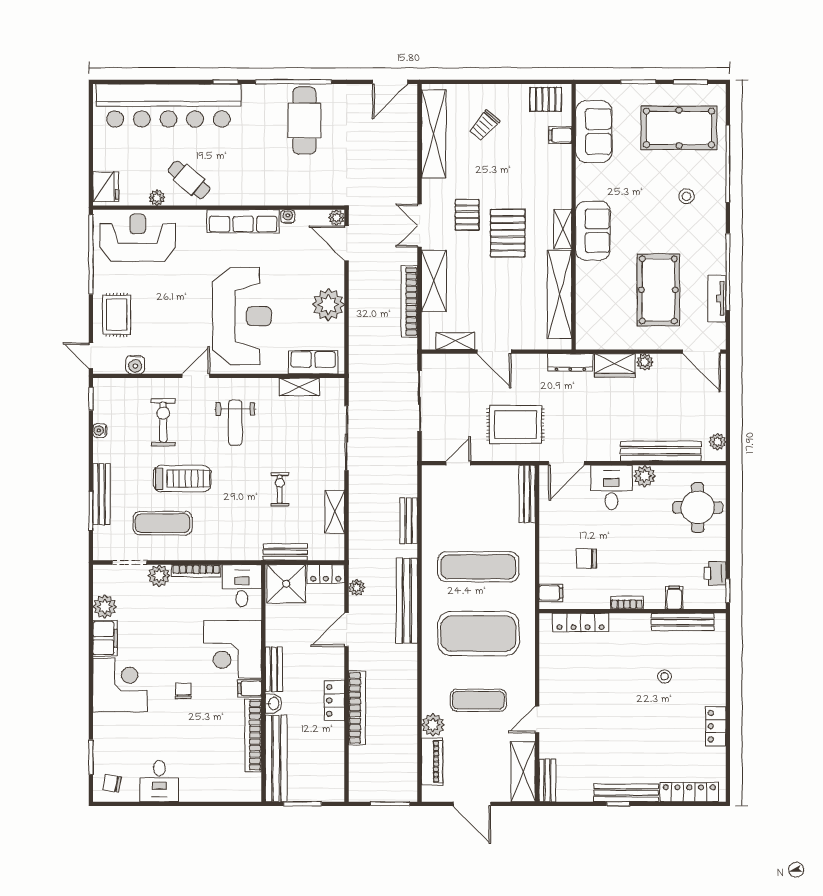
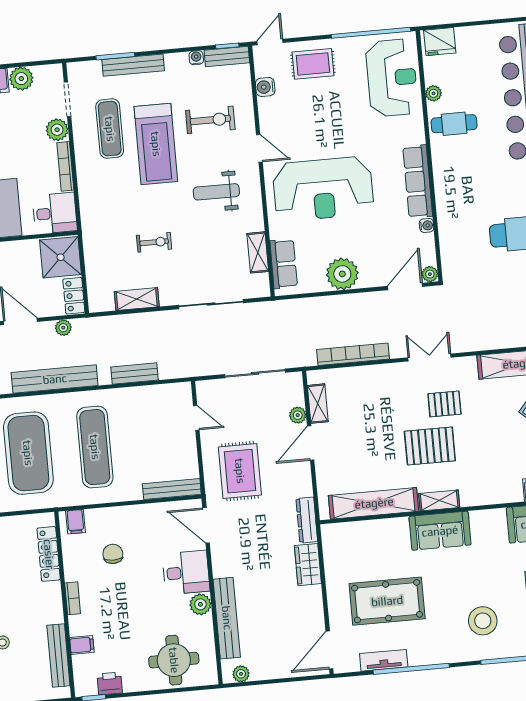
cafe table: (189, 180) -> (454, 124), turned 50
stool: (687, 196) -> (483, 621), width x1.89, depth x1.89
shelving: (434, 281) -> (376, 377), removed
plant: (645, 362) -> (298, 415), moved
treadmill: (182, 479) -> (156, 144), width x1.37, depth x1.38
bench: (285, 552) -> (227, 56), moved, turned 90

